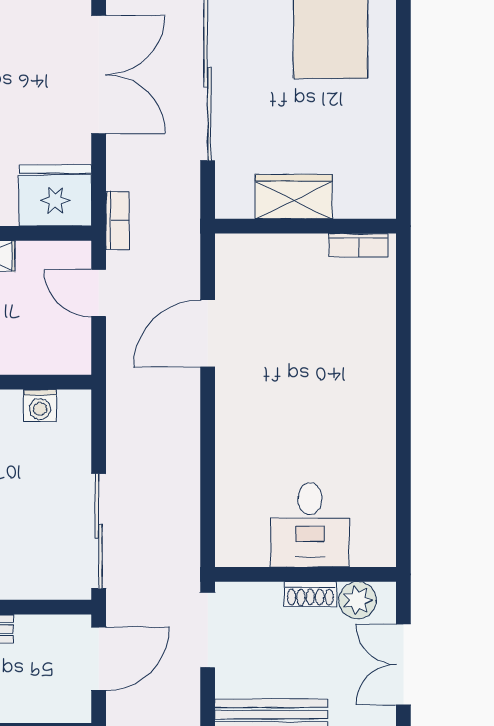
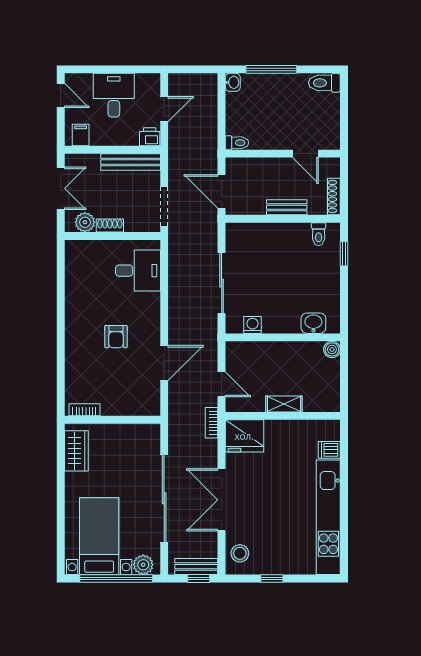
wardrobe: (294, 197) -> (76, 451), moved, turned -90
armchair: (299, 384) -> (116, 337), added
desk: (310, 525) -> (138, 271), moved, turned 90
sliding door: (99, 531) -> (222, 283), moved
door: (99, 659) -> (222, 191), hinge flipped

